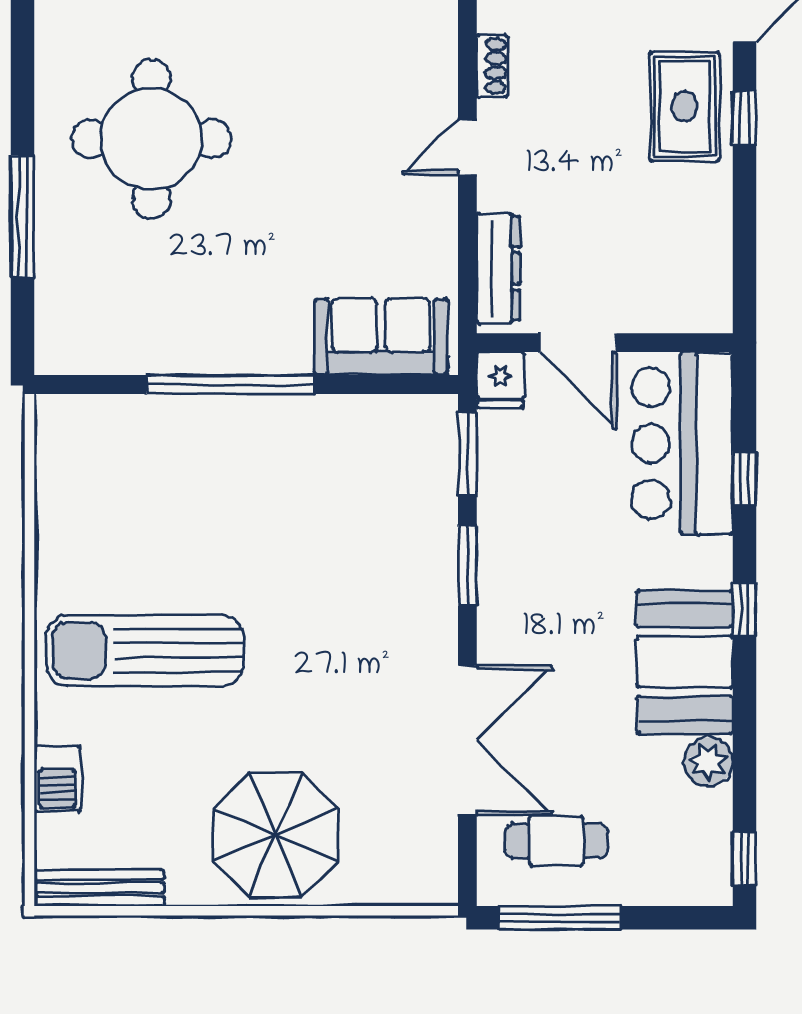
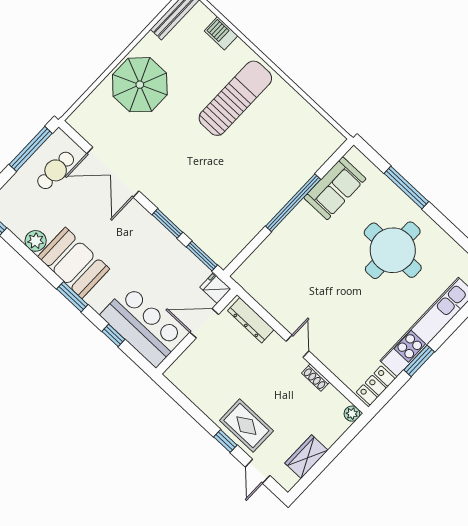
sofa: (381, 337) -> (335, 188), moved
window: (744, 610) -> (72, 297), width x1.50

